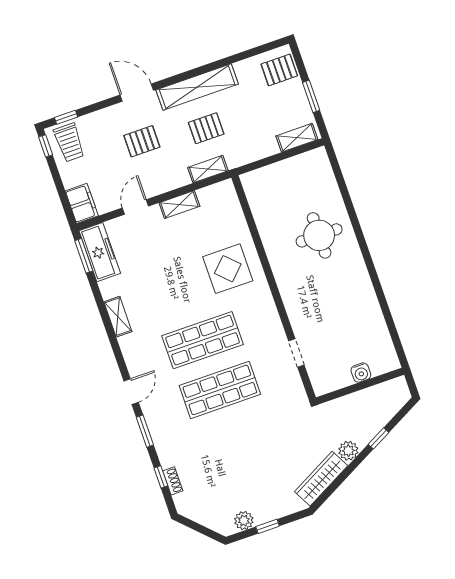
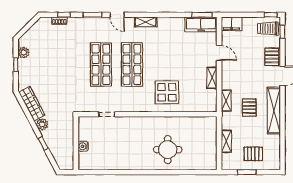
pallet: (279, 70) -> (253, 154), moved, turned 90
shelving: (297, 138) -> (226, 141), moved
pallet: (142, 141) -> (272, 57), moved
shelving: (118, 317) -> (146, 22), moved

